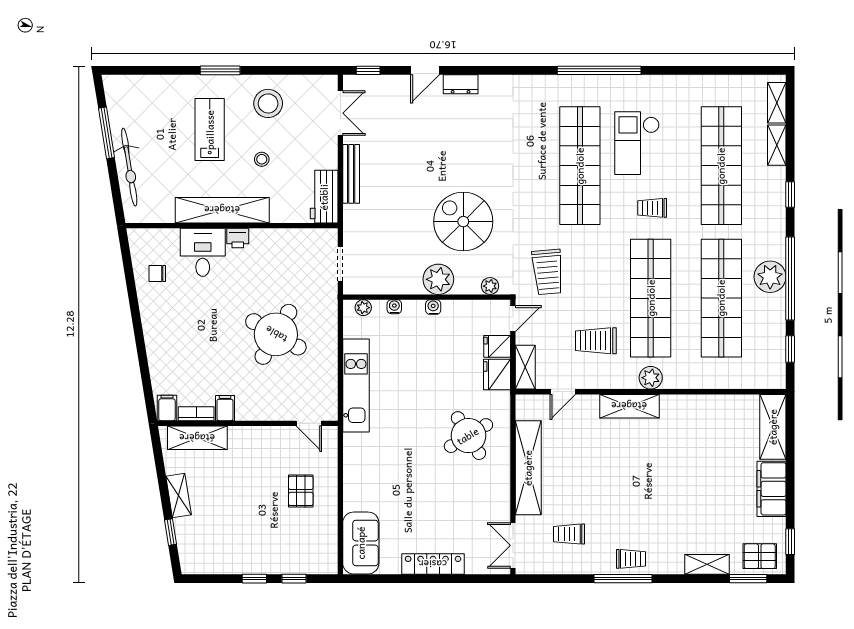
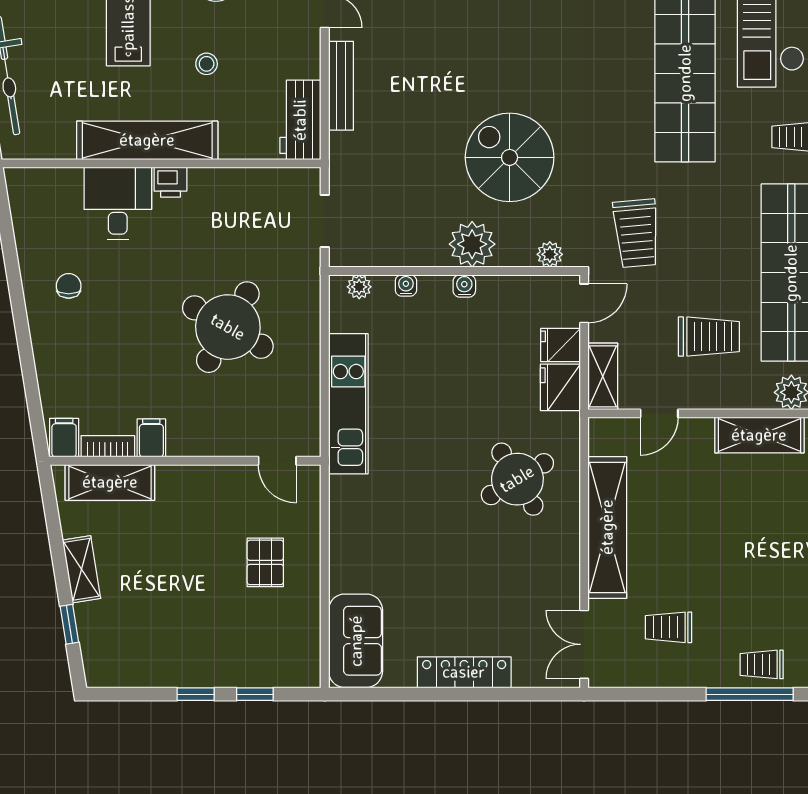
chair: (157, 274) -> (69, 286), moved, turned 90
trolley: (596, 341) -> (709, 337), turned 180
trolley: (631, 559) -> (762, 664), turned 180

